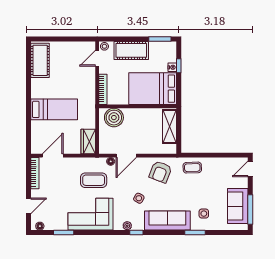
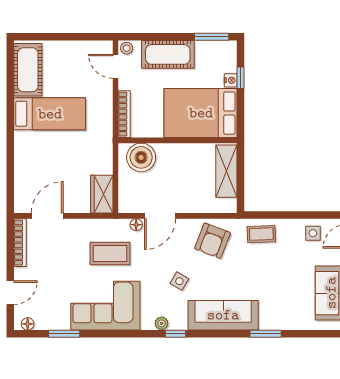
door: (97, 58) -> (115, 66), hinge flipped
bed: (54, 109) -> (50, 114), moved
side table: (204, 214) -> (313, 233), moved

